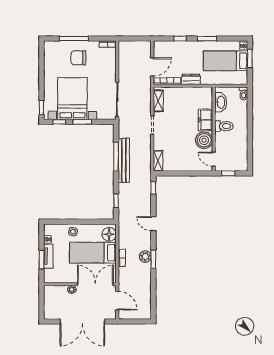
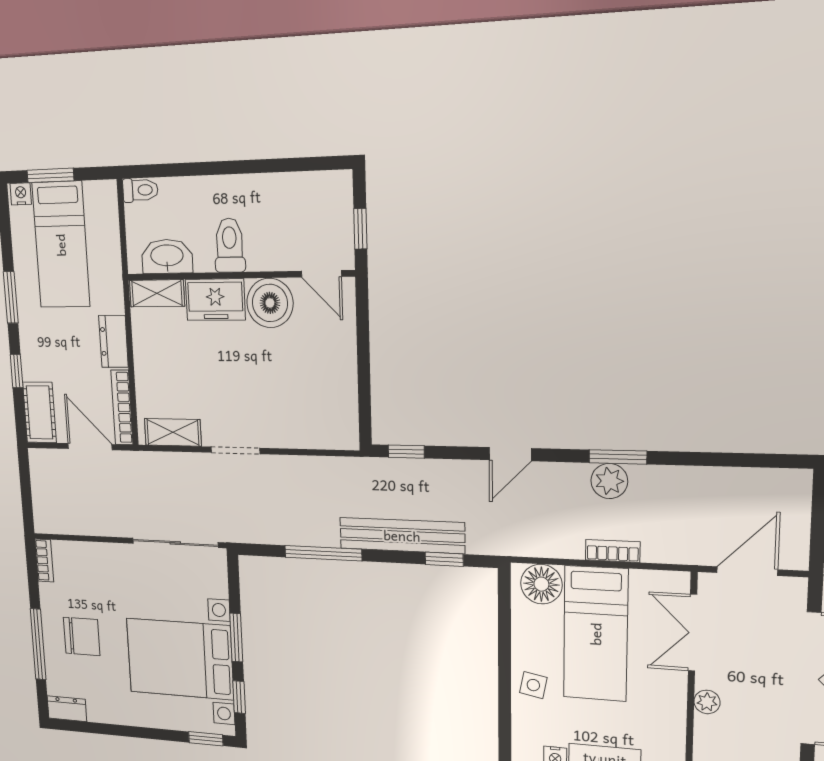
cot: (165, 47) -> (40, 412), added
dresser: (48, 49) -> (67, 709), added
chair: (78, 58) -> (82, 636), turned -90
door: (214, 159) -> (321, 274), hinge flipped
bench: (124, 160) -> (402, 536), moved
shelving: (158, 161) -> (157, 293), moved
double door: (95, 284) -> (693, 633), width x0.73

